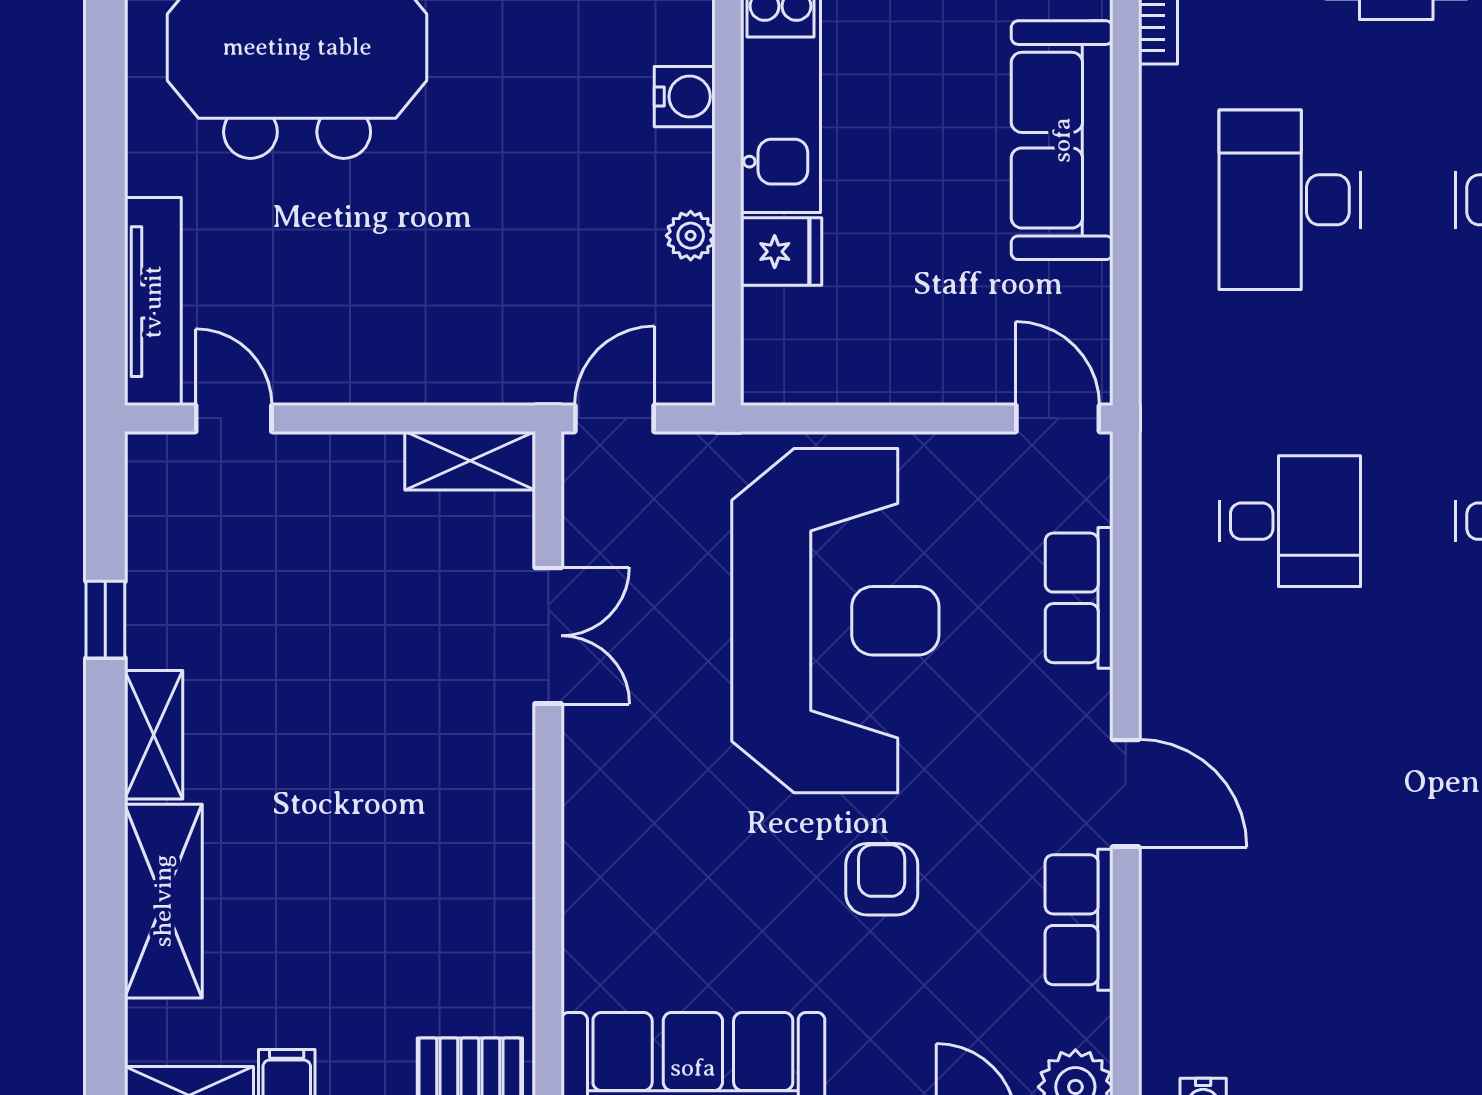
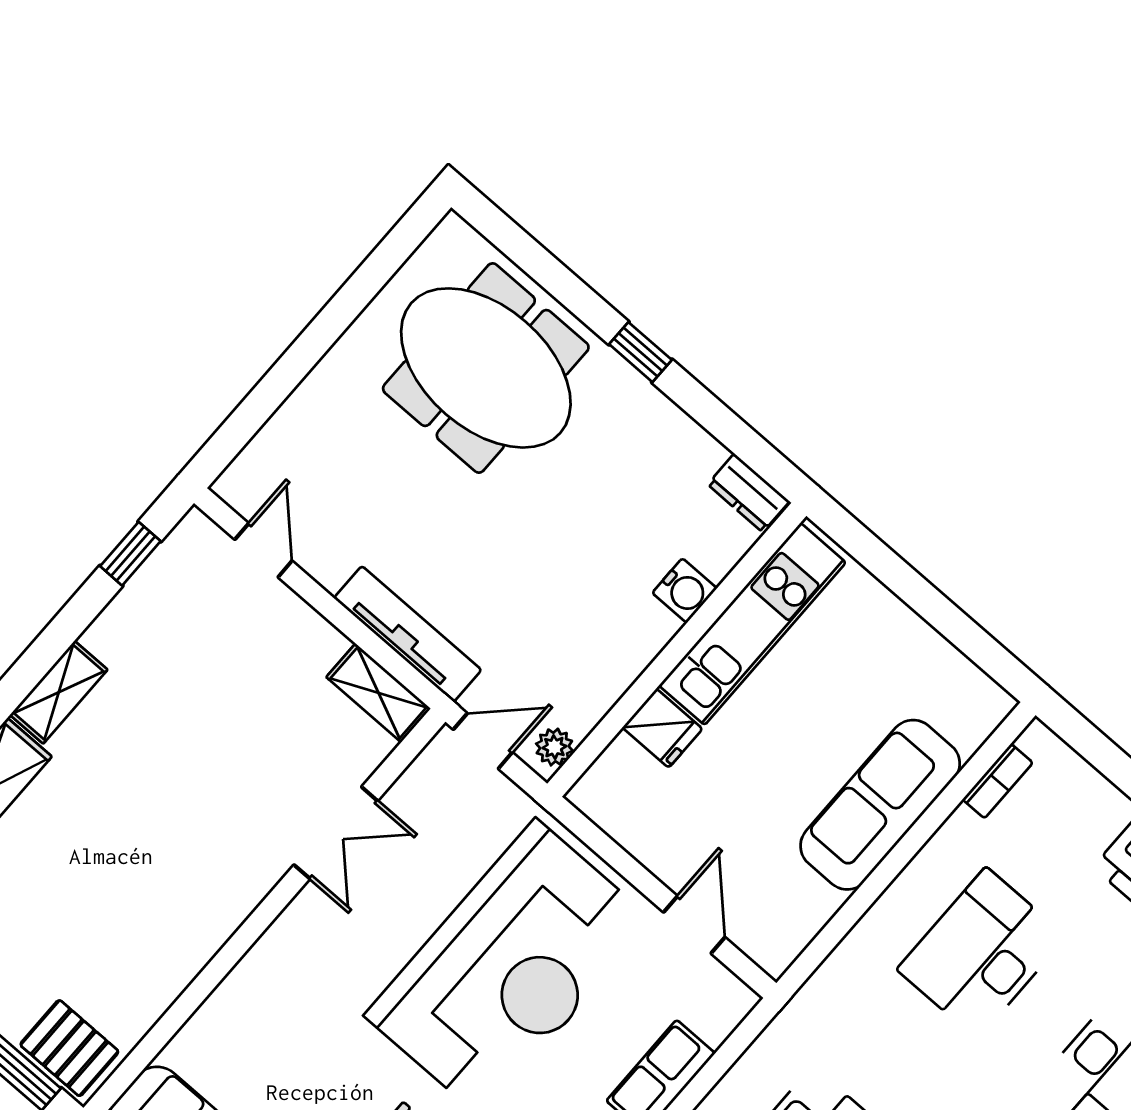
plant: (691, 236) -> (554, 747), moved
tv unit: (153, 302) -> (408, 634), moved, turned -90
door: (1058, 418) -> (694, 925), moved
window: (105, 620) -> (130, 554), moved

